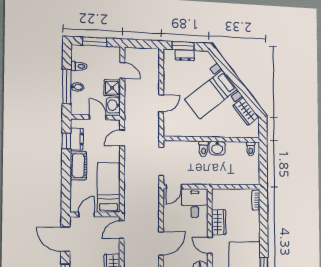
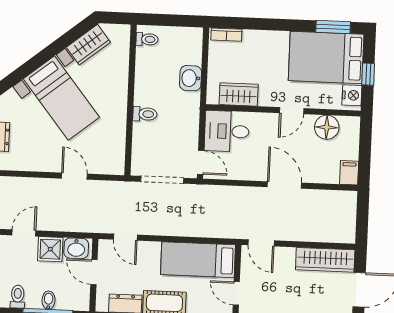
door: (98, 117) -> (94, 272), hinge flipped
washbasin: (217, 148) -> (191, 78), moved, turned 180
wardrobe: (219, 222) -> (239, 94), moved

